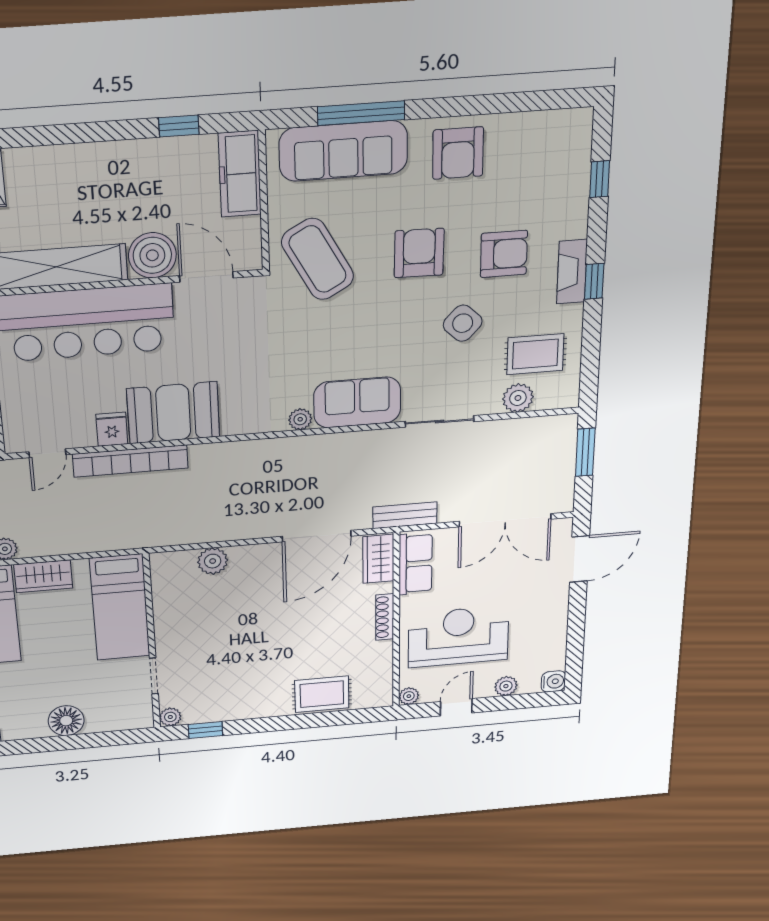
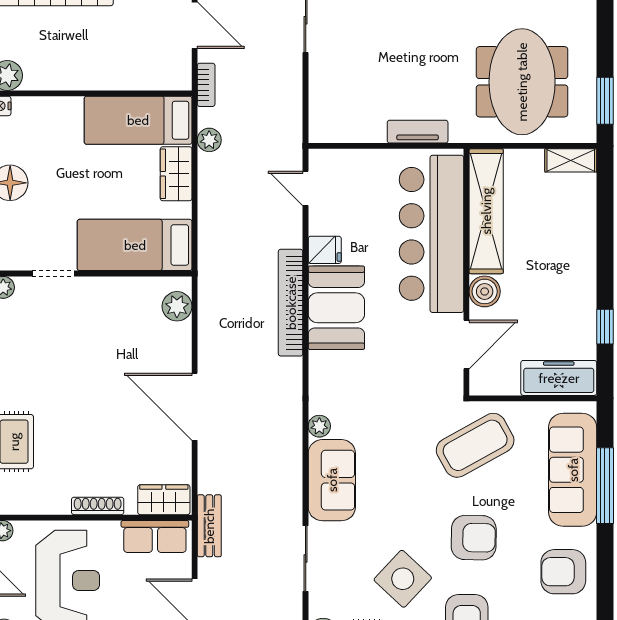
boiler: (152, 255) -> (485, 291), width x0.73, depth x0.73
side table: (463, 323) -> (403, 579), width x1.37, depth x1.37
bookcase: (130, 461) -> (291, 303), moved
door: (317, 536) -> (195, 407), moved
plant: (213, 561) -> (177, 306), moved

